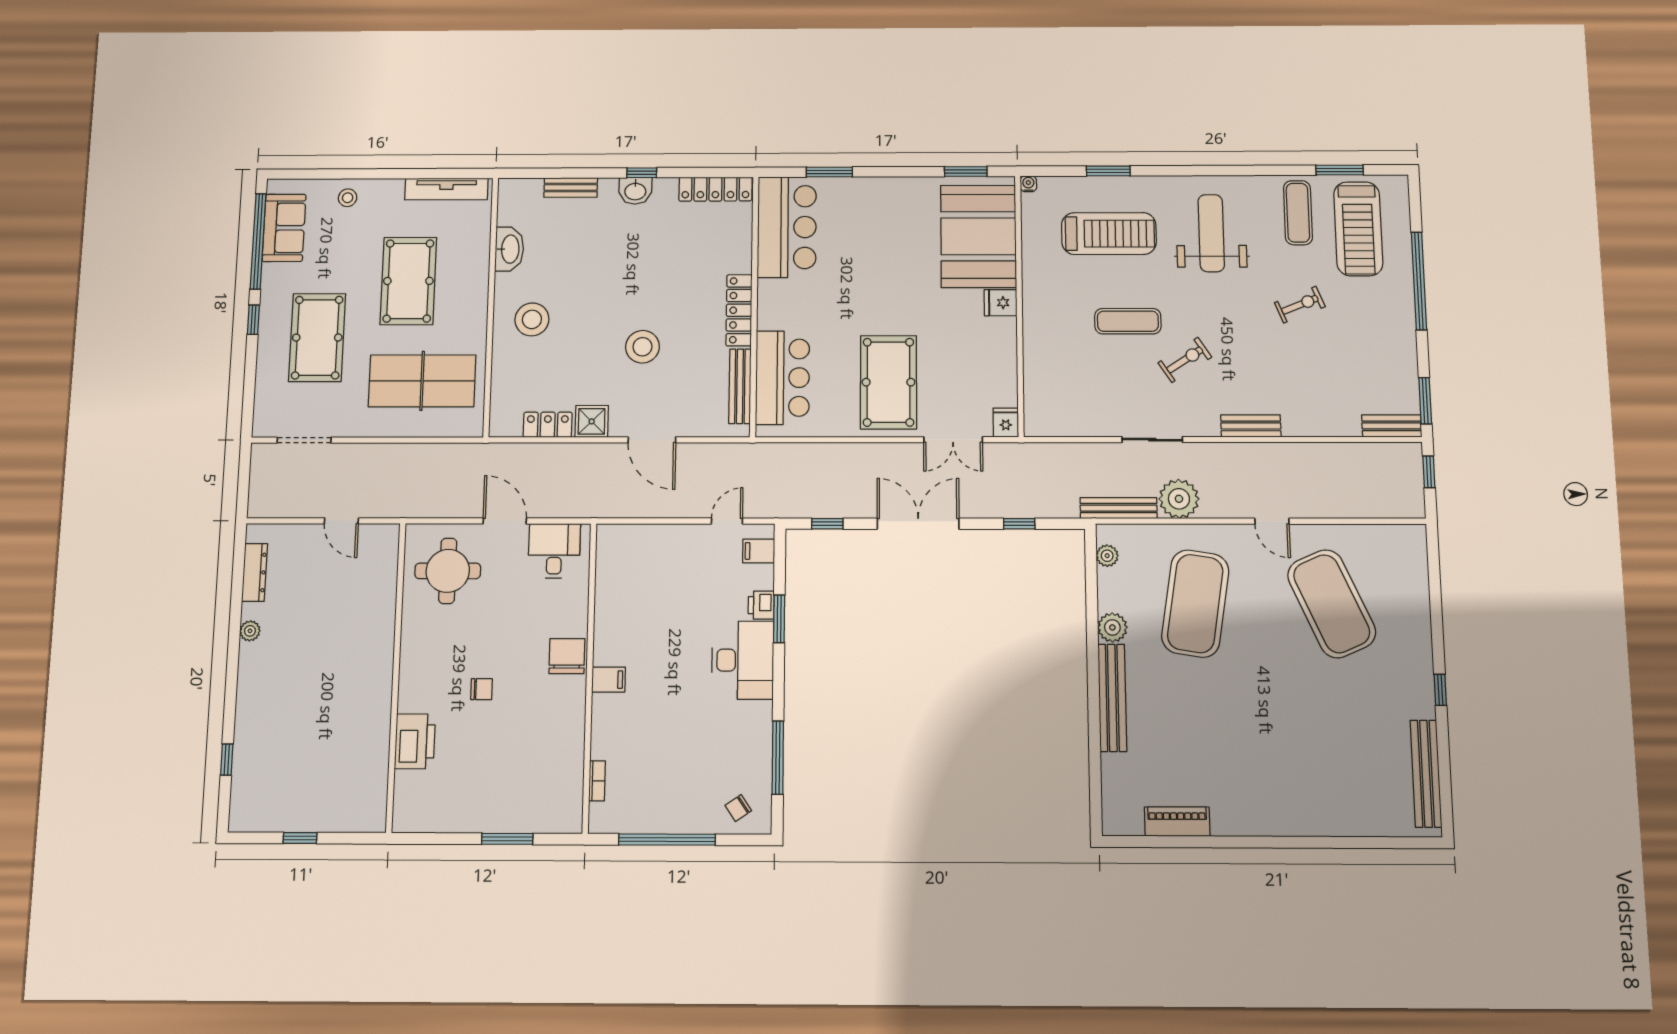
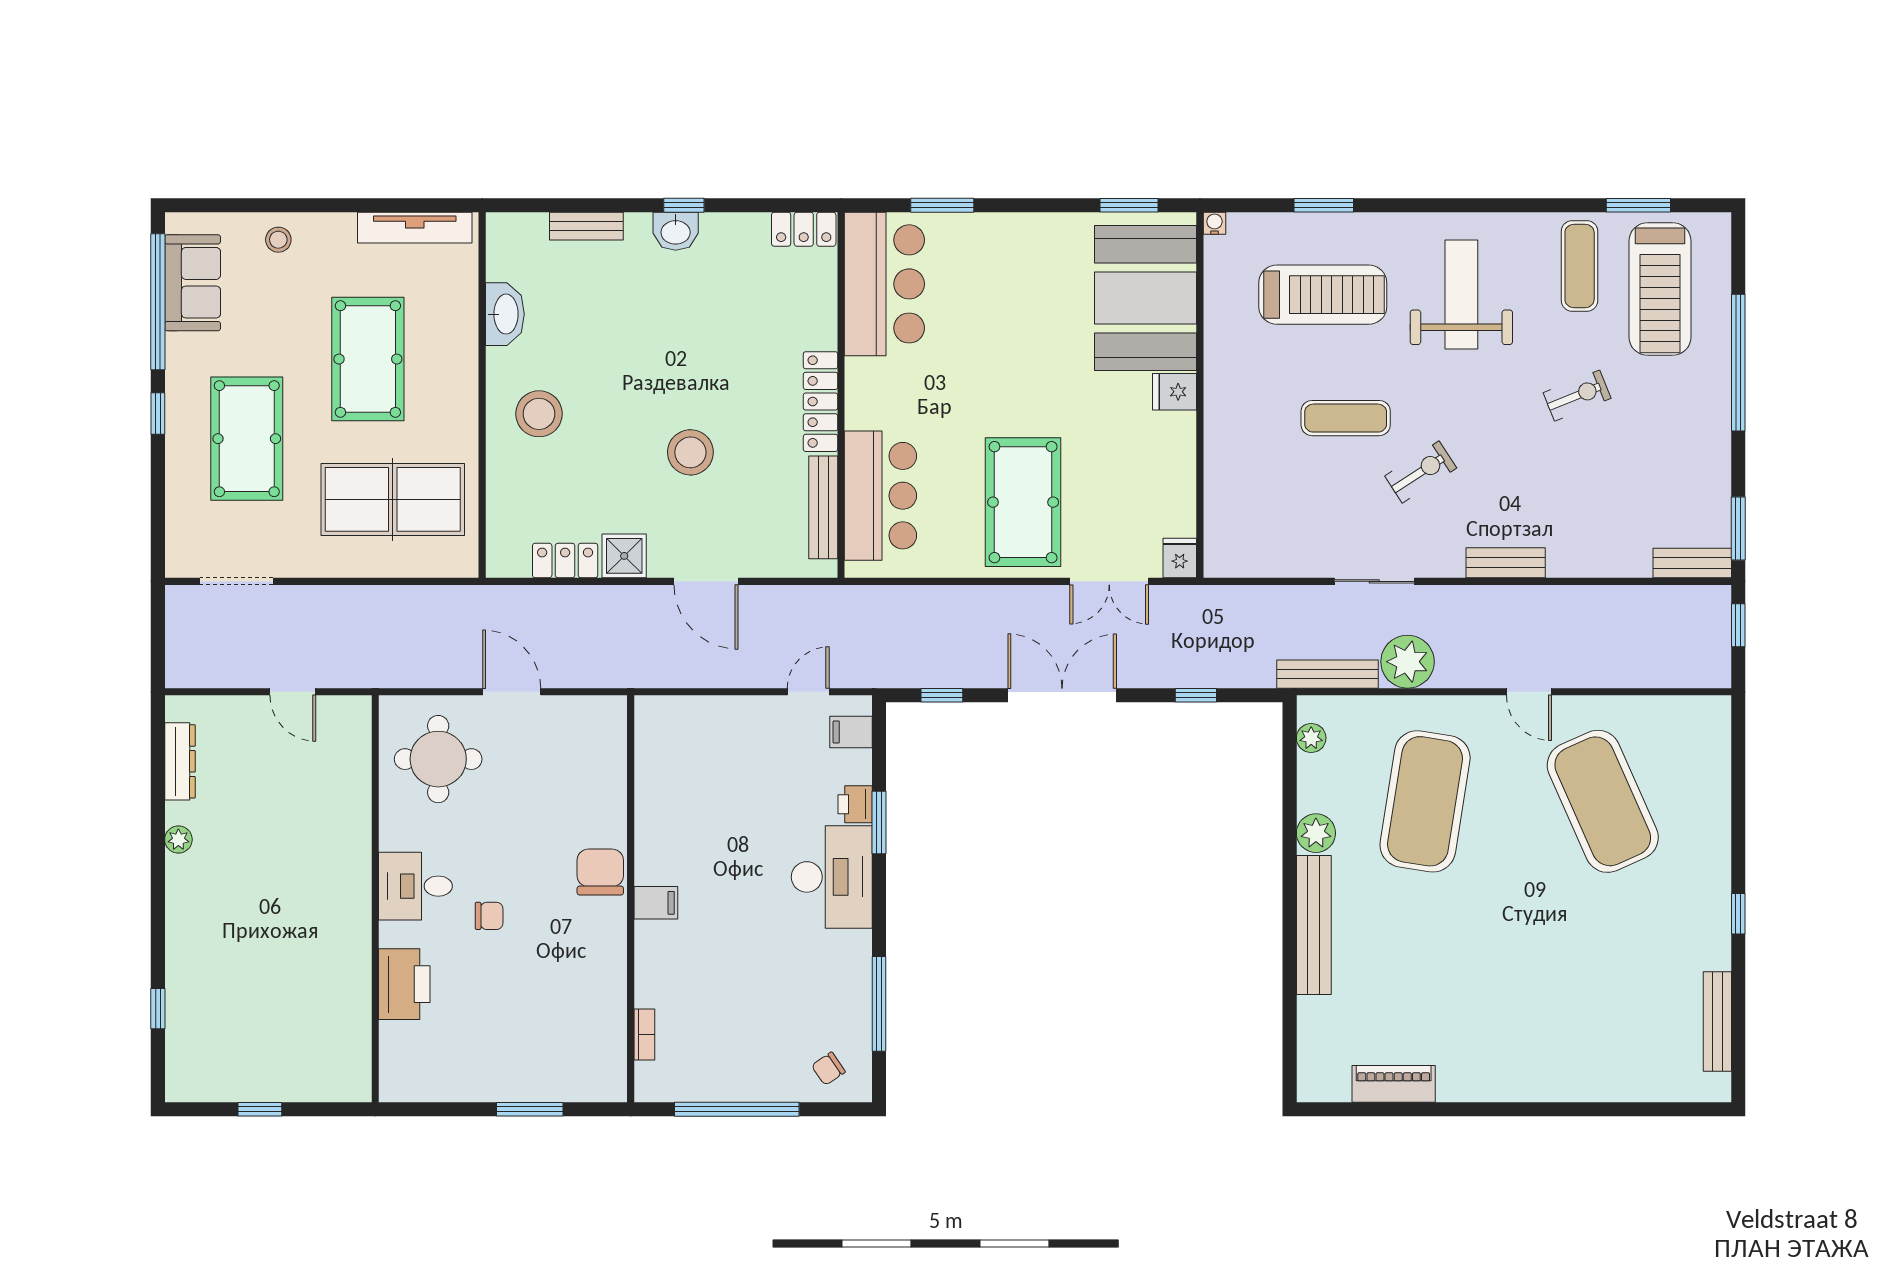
locker: (715, 189) -> (804, 229), width x0.66
desk: (554, 551) -> (415, 886), moved, turned -90
bench: (1426, 774) -> (1717, 1022), width x0.73, depth x0.82

